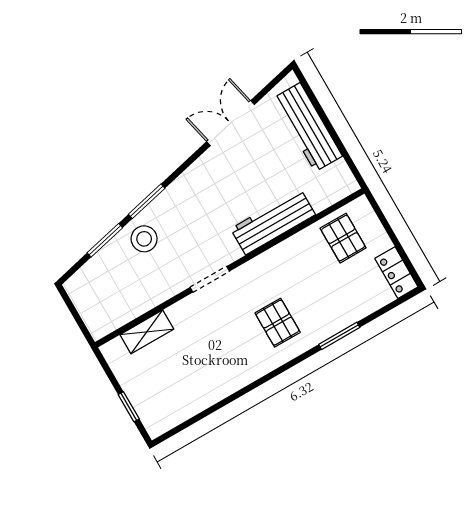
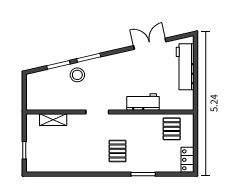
workbench: (273, 222) -> (143, 102), width x0.73

